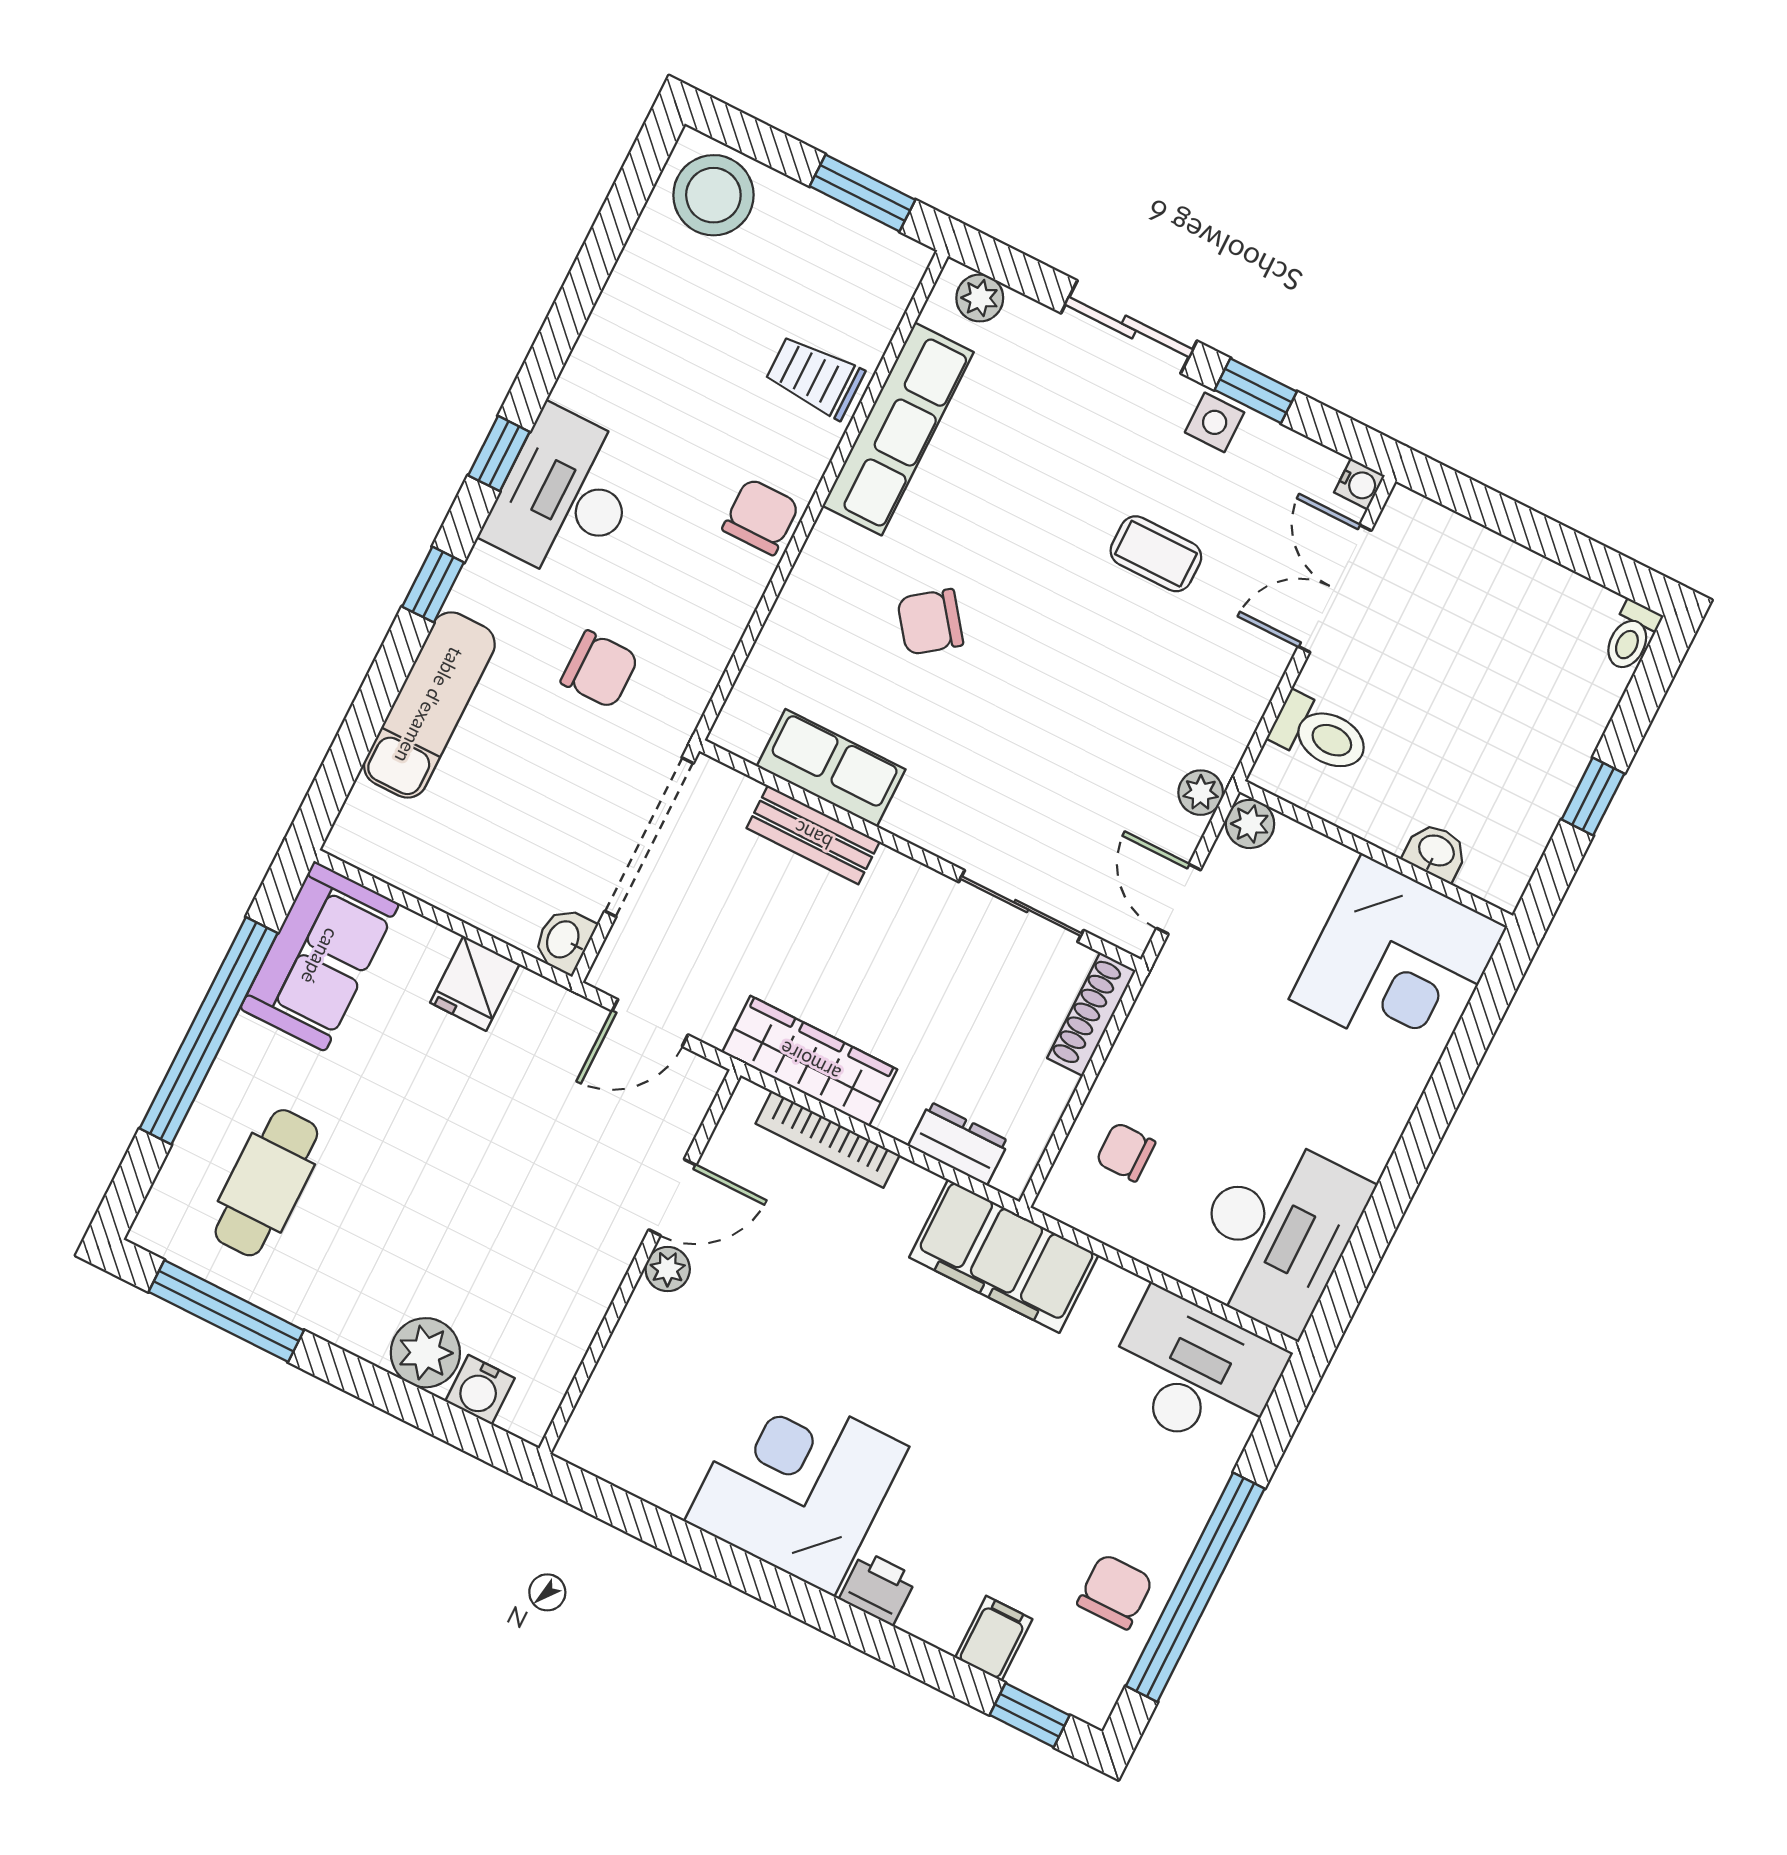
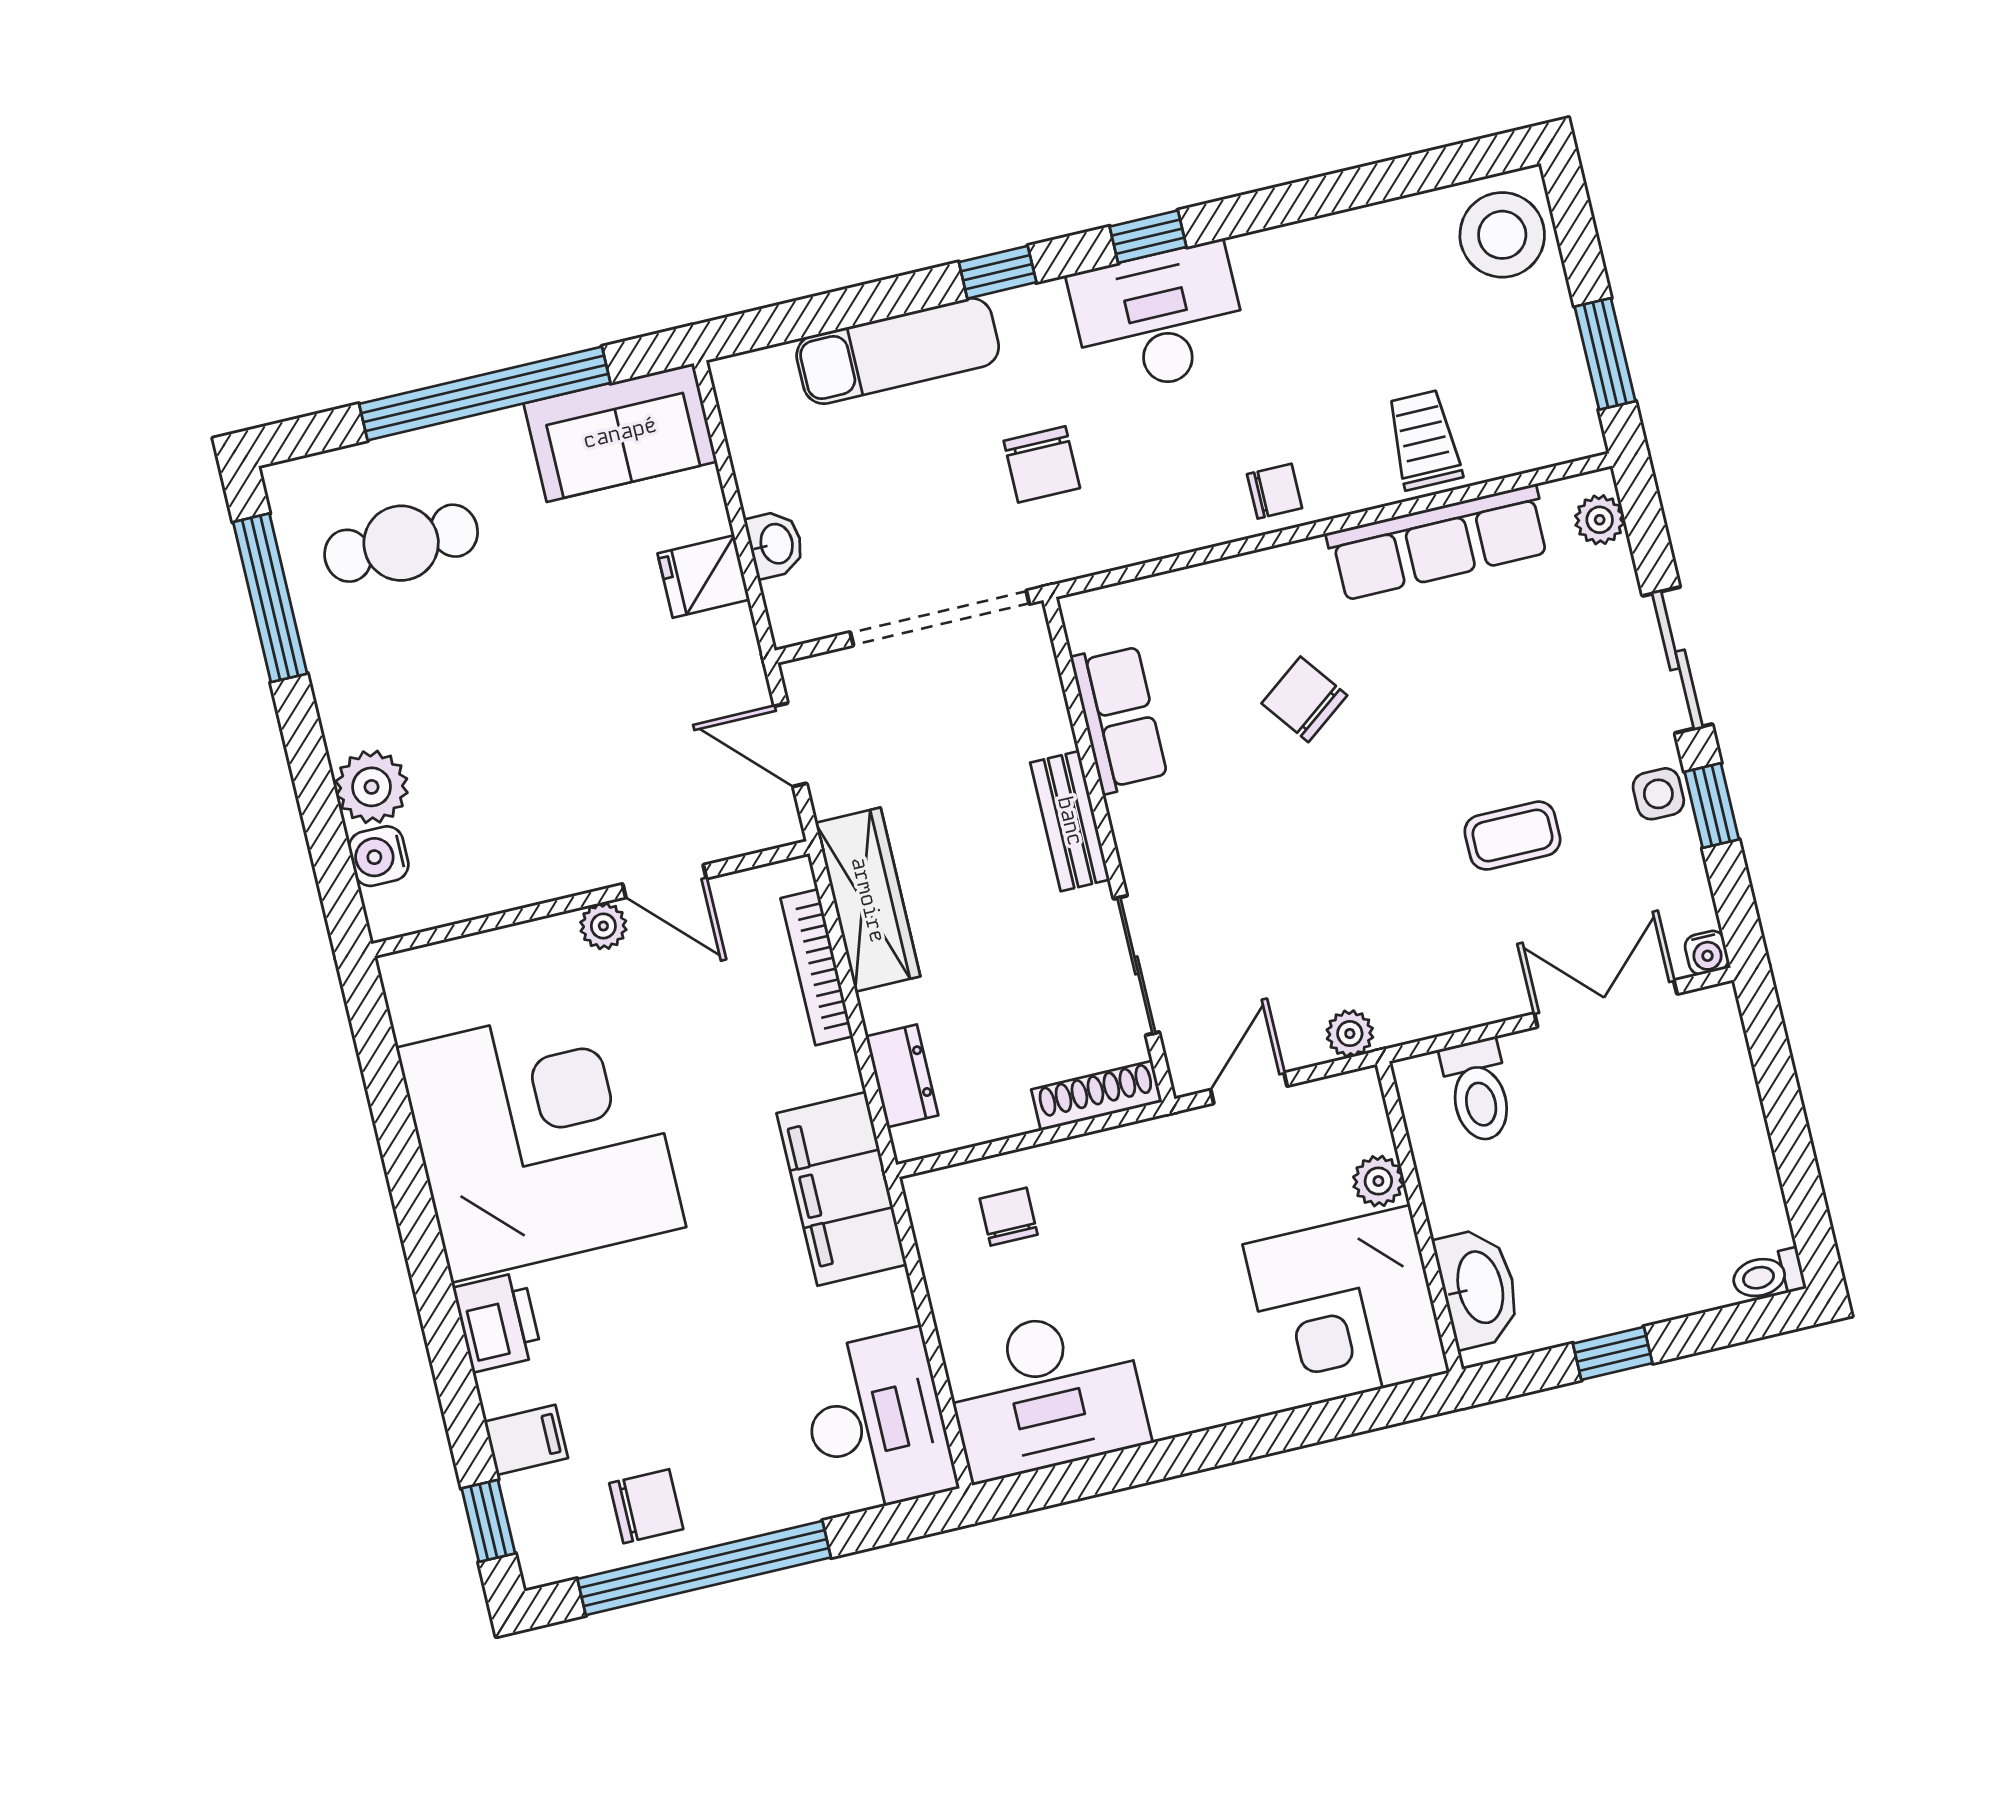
chair: (761, 517) -> (1275, 491), width x0.73, depth x0.73
coffee table: (1156, 554) -> (1512, 836), turned 90
plant: (1250, 824) -> (1378, 1181), moved
bench: (813, 835) -> (1070, 821), moved
washbasin: (1436, 852) -> (1478, 1288), width x1.91, depth x1.45
washbasin: (564, 940) -> (775, 544), moved, turned 90
corner desk: (797, 1484) -> (541, 1137), width x1.36, depth x1.36
printer: (878, 1588) -> (498, 1322), width x1.36, depth x1.24

